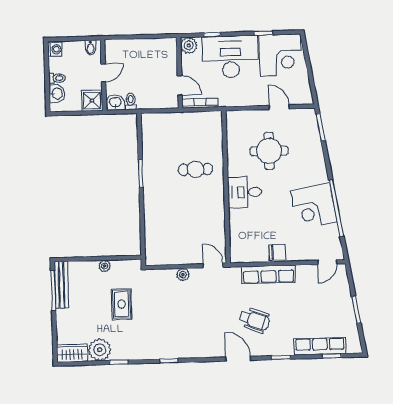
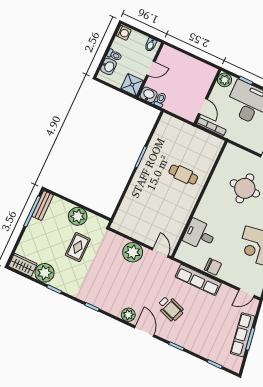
desk: (245, 192) -> (200, 235), moved
plant: (105, 266) -> (78, 216), width x1.87, depth x1.87
plant: (183, 275) -> (133, 252), width x1.87, depth x1.87
bench: (61, 285) -> (43, 206), width x0.73
row of seats: (320, 346) -> (243, 335), moved, turned -99
plant: (212, 350) -> (128, 315), added

